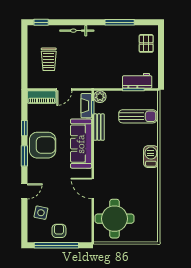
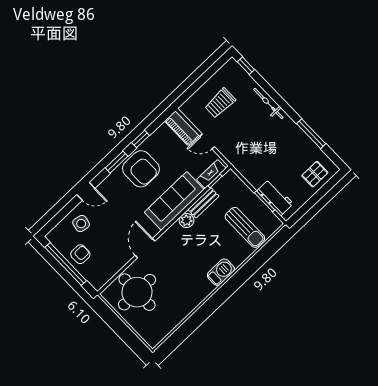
plant: (100, 97) -> (187, 220), moved

